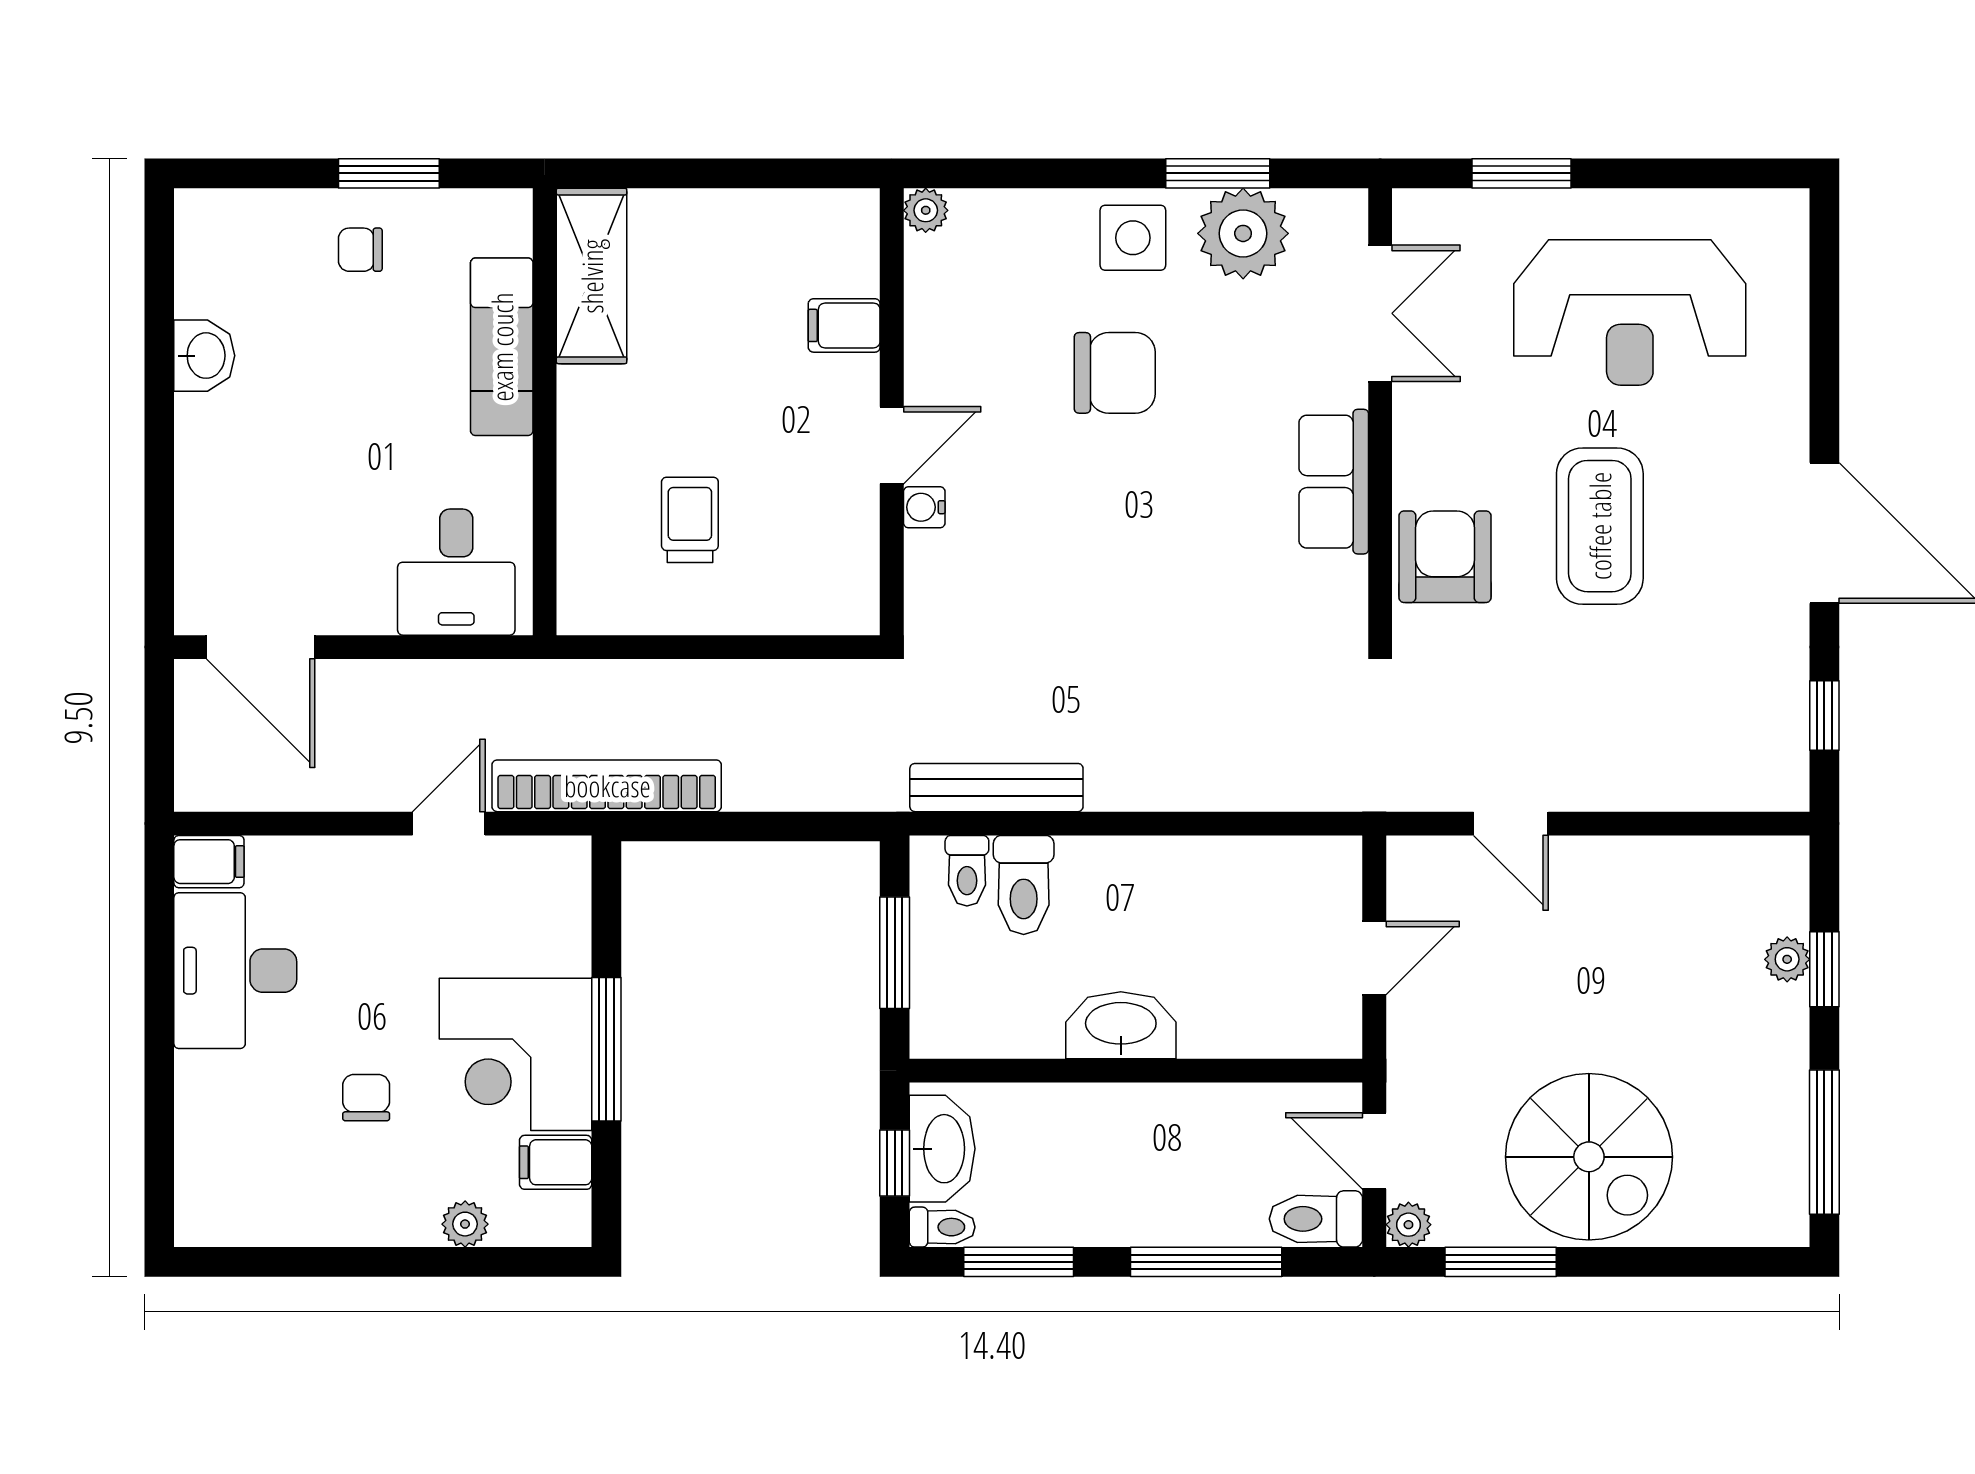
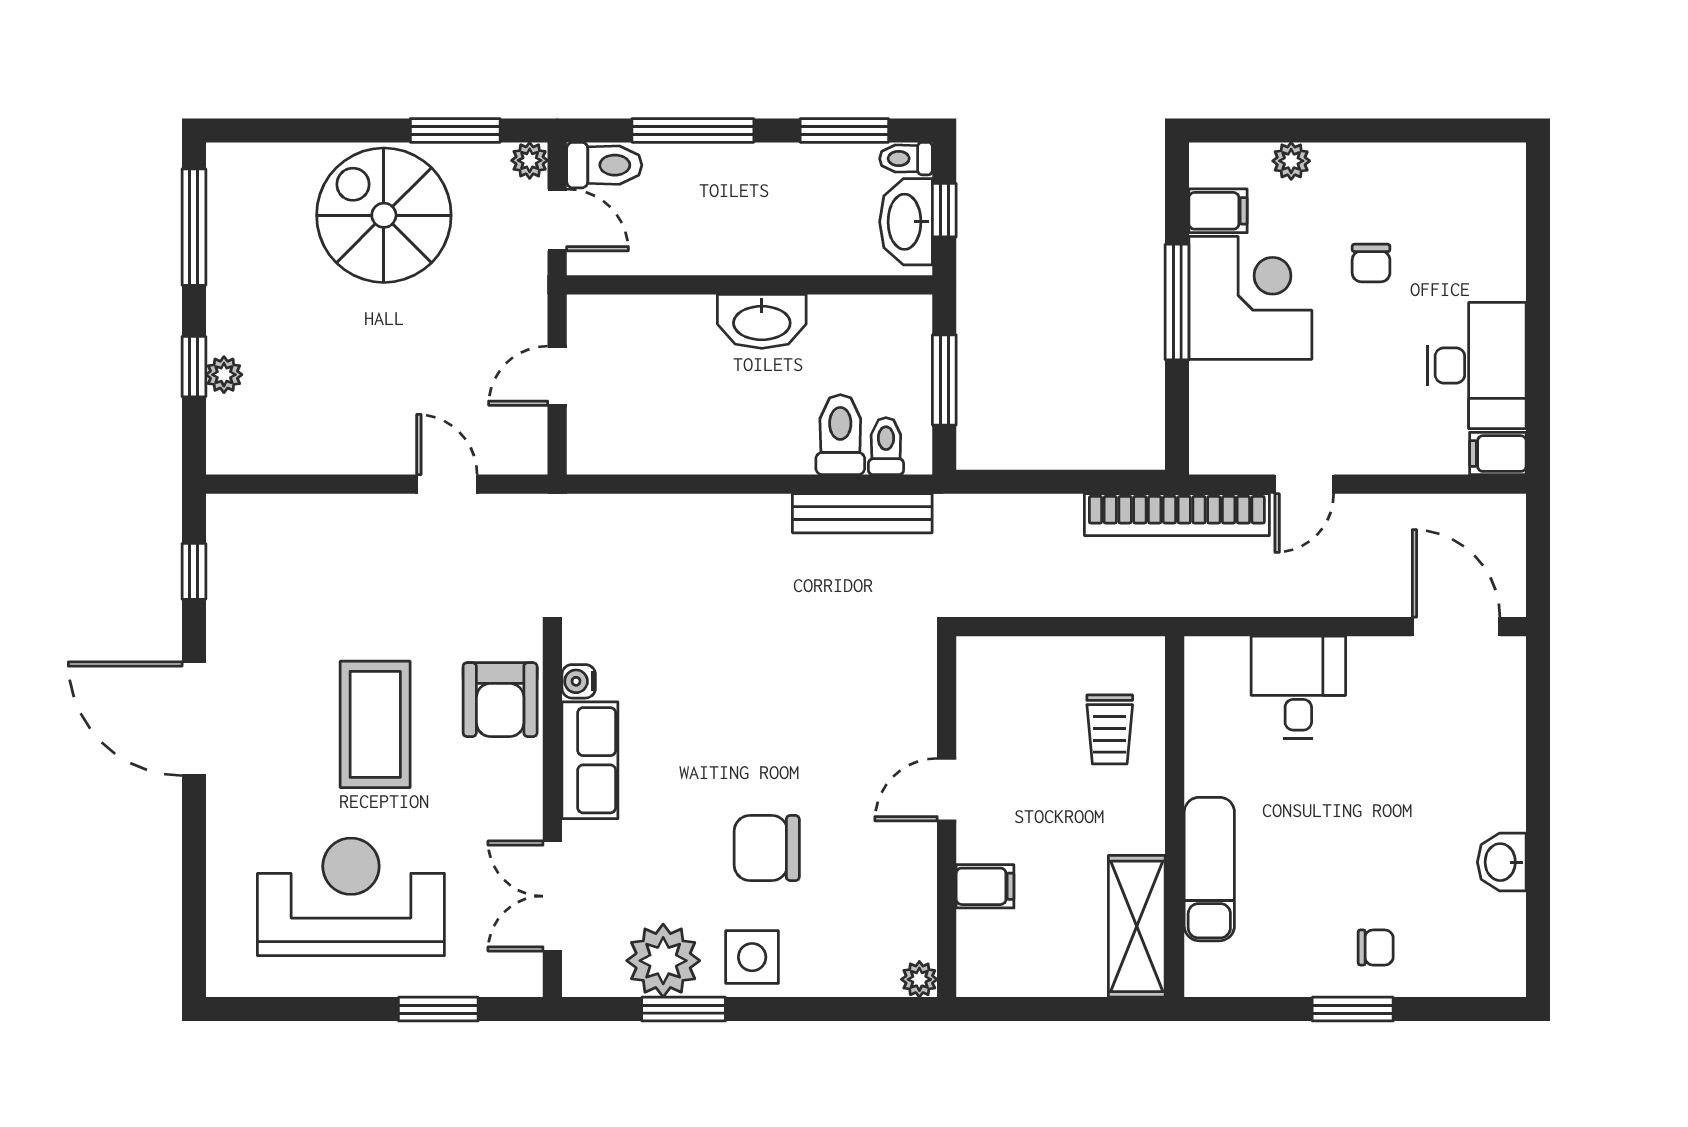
shelving: (592, 276) -> (1137, 926), moved
exam couch: (502, 347) -> (1209, 869), moved
wall: (545, 412) -> (1175, 817), moved
water cooler: (924, 507) -> (579, 681), moved, turned 180

